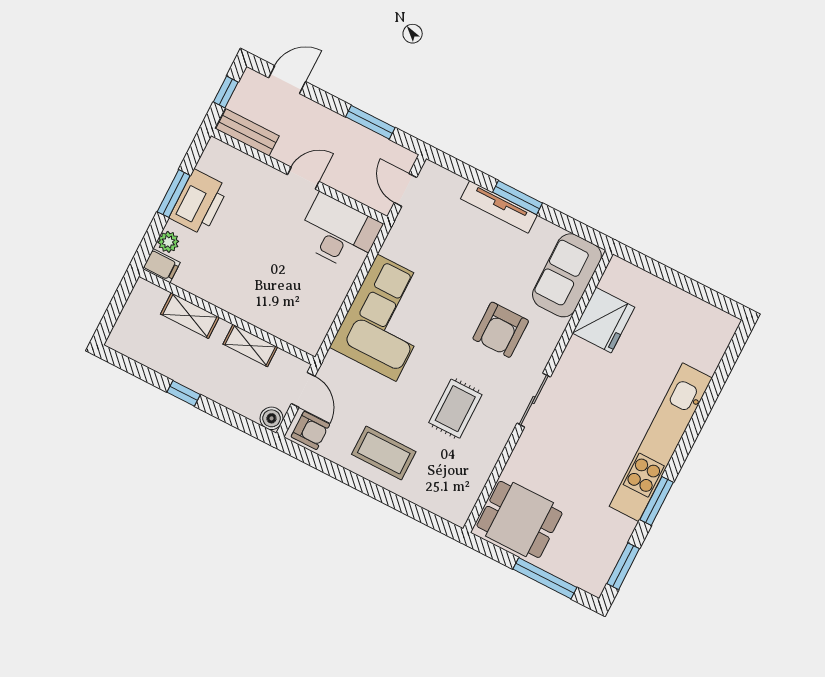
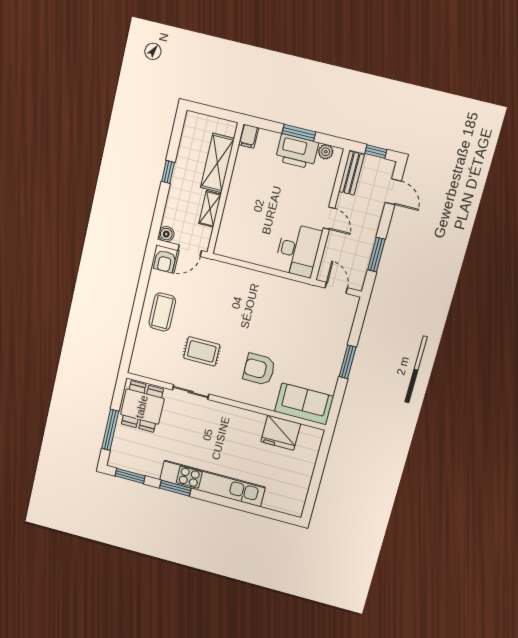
door: (405, 190) -> (336, 288), hinge flipped
tv unit: (499, 207) -> (339, 351), removed
plant: (168, 242) -> (326, 152), moved
shelving: (190, 316) -> (217, 163), width x1.50, depth x1.33
corner sofa: (387, 318) -> (249, 294), removed
sliding door: (534, 400) -> (191, 392), moved

